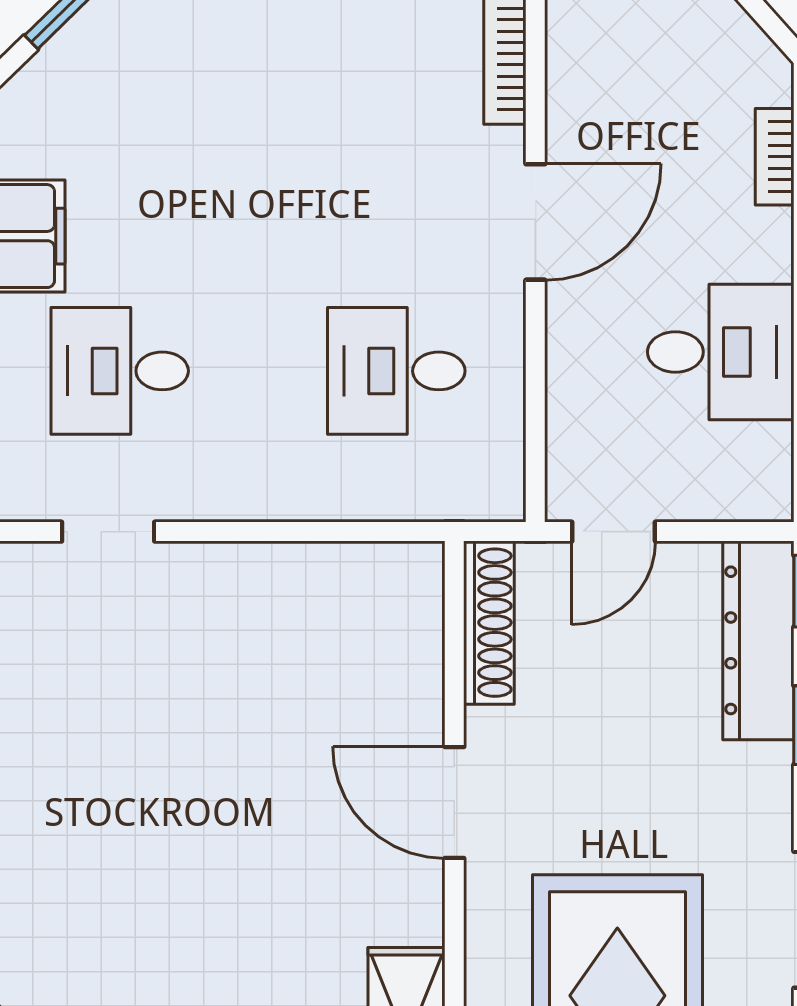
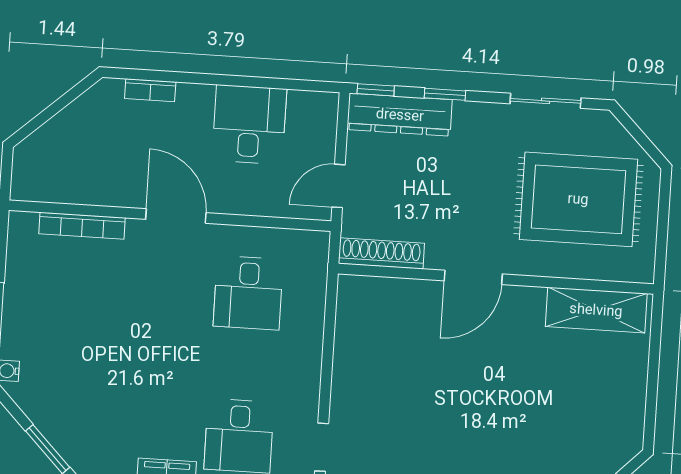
door: (614, 532) -> (339, 186), swing flipped

